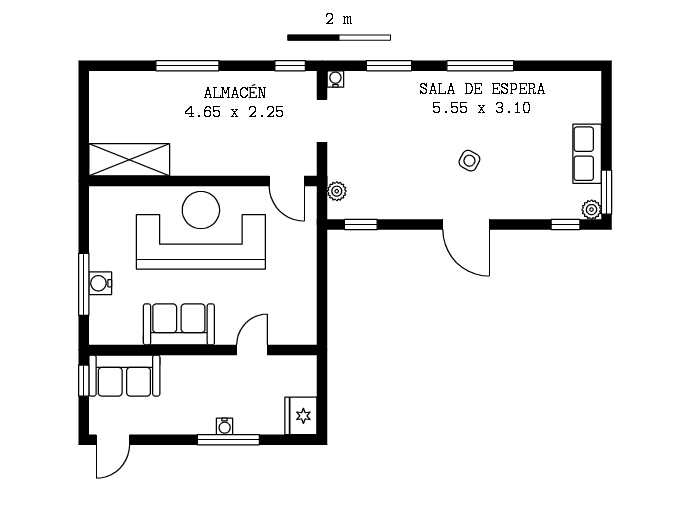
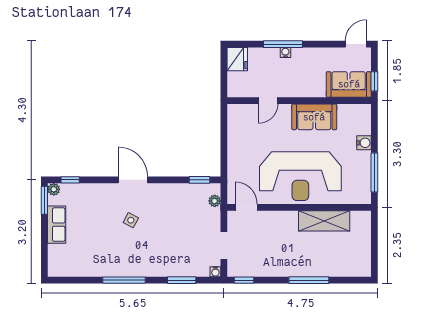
shelving: (129, 160) -> (324, 221), moved
window: (84, 284) -> (374, 172), moved

